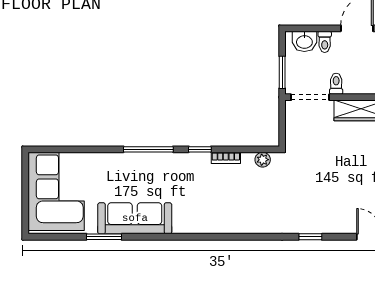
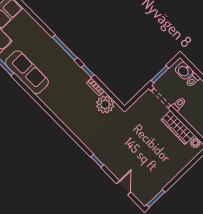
plant: (263, 160) -> (105, 104), width x1.88, depth x1.88

